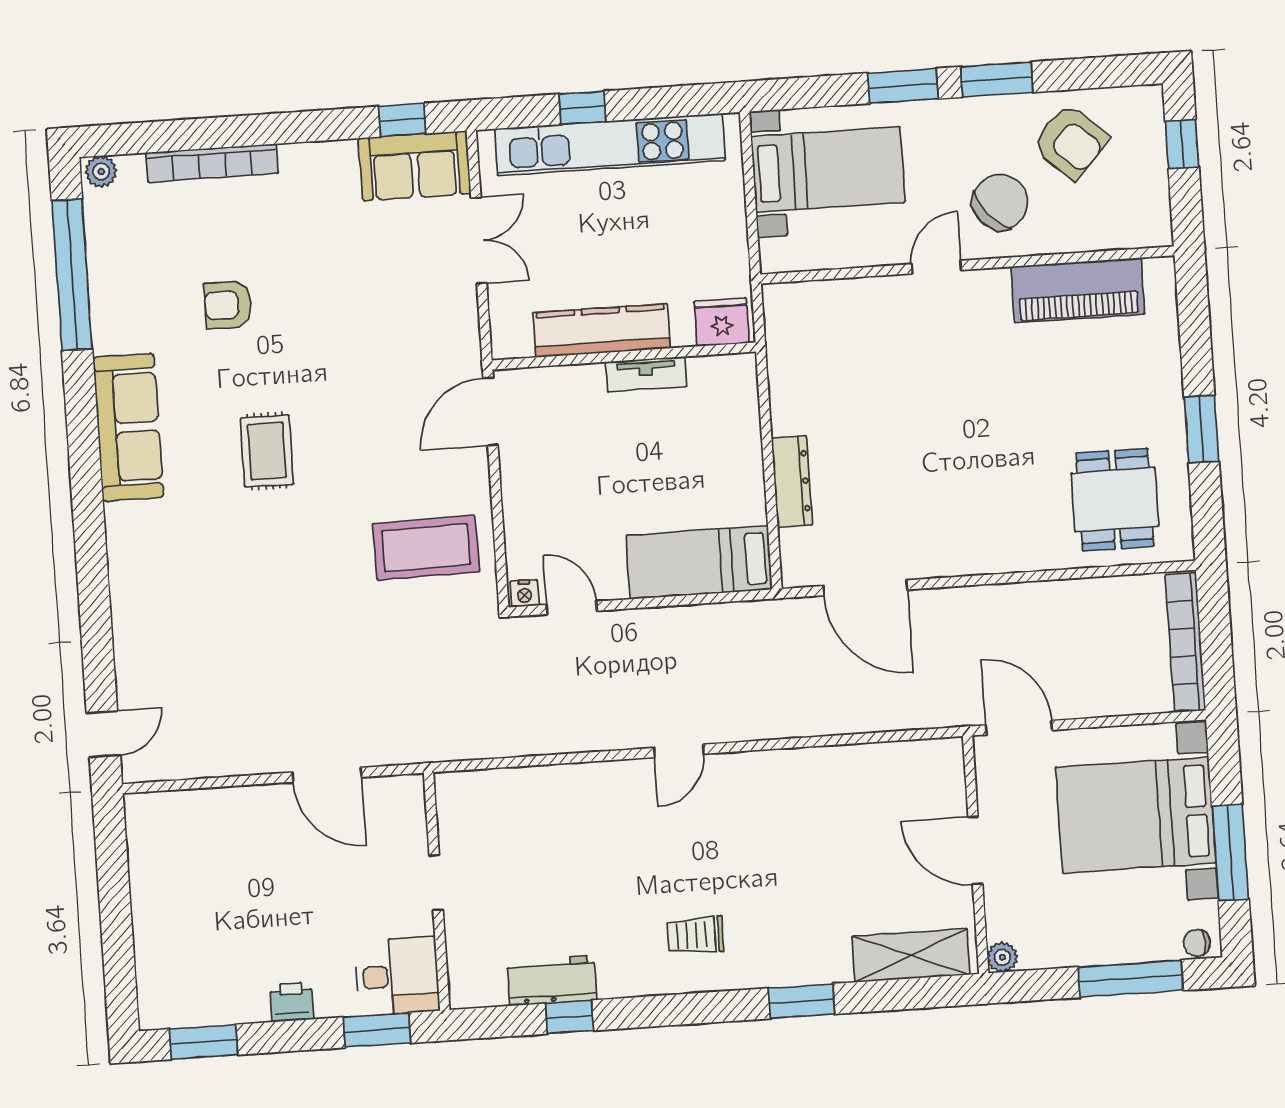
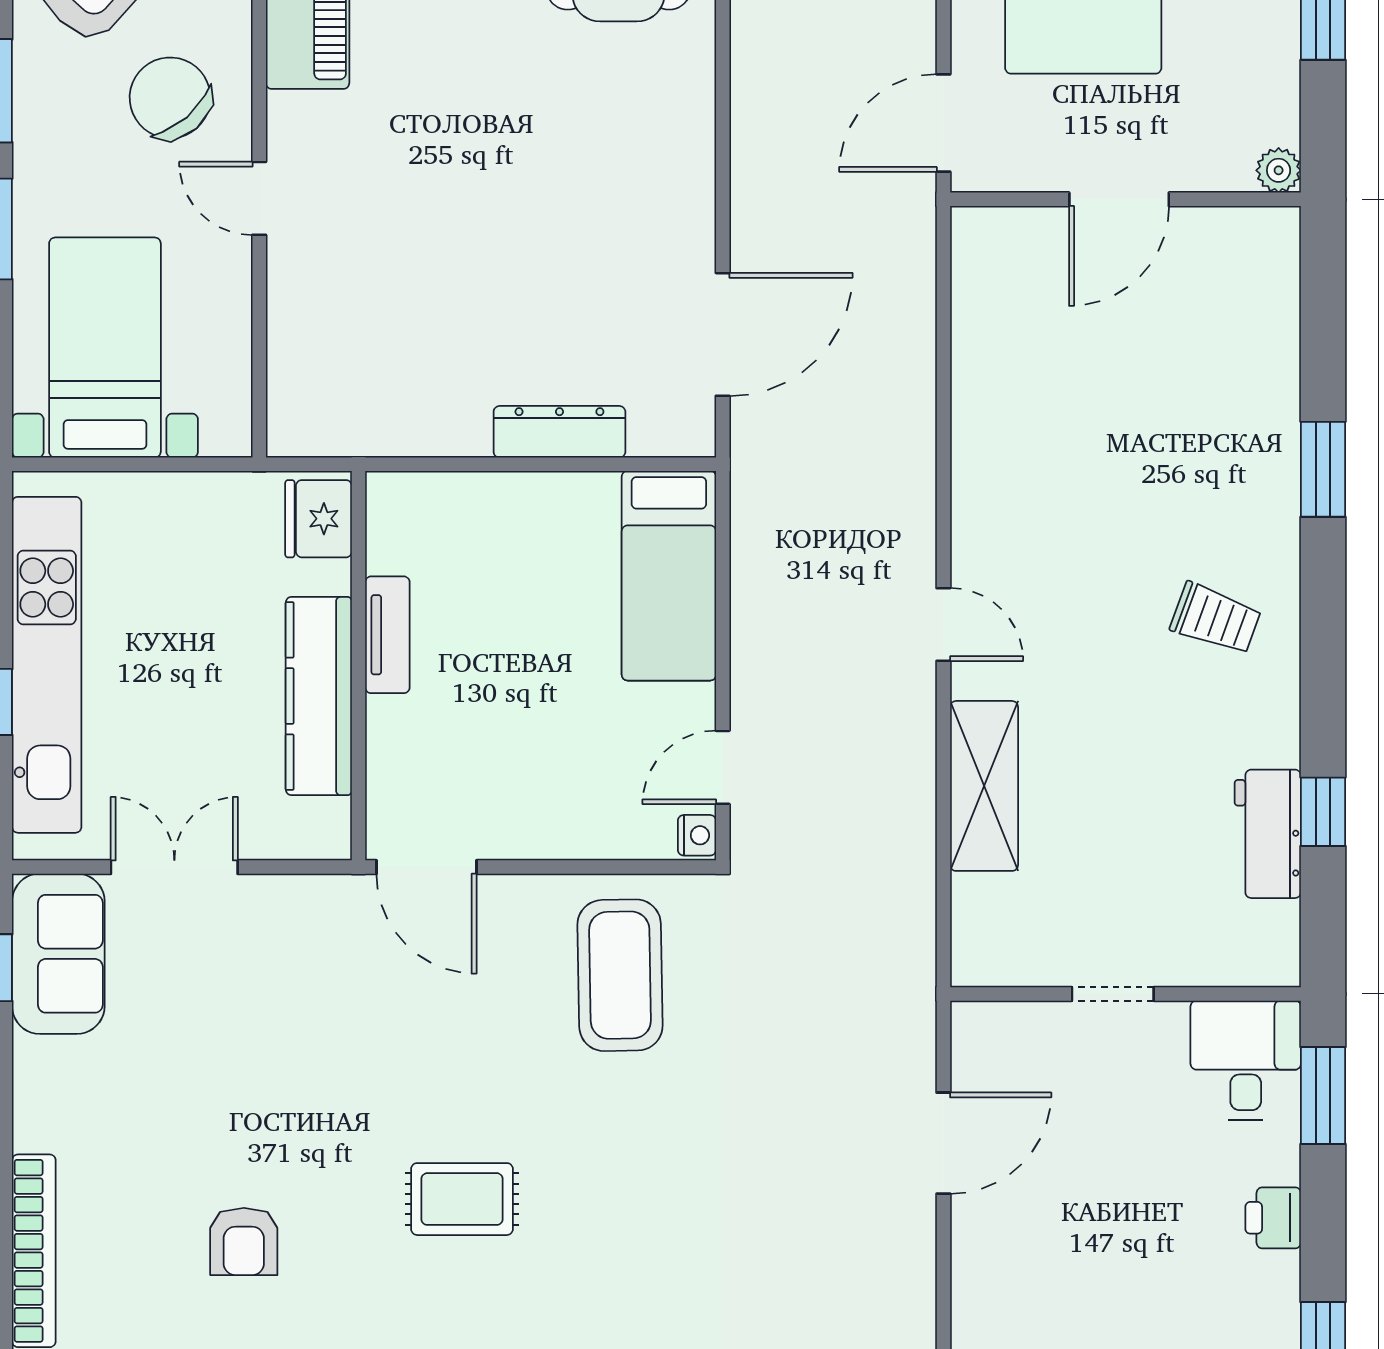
trolley: (695, 935) -> (1216, 619), turned -70
shelving: (911, 955) -> (984, 786), moved

